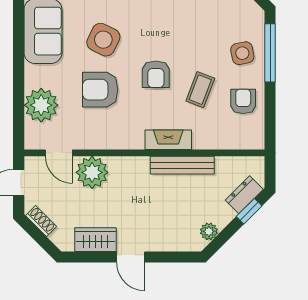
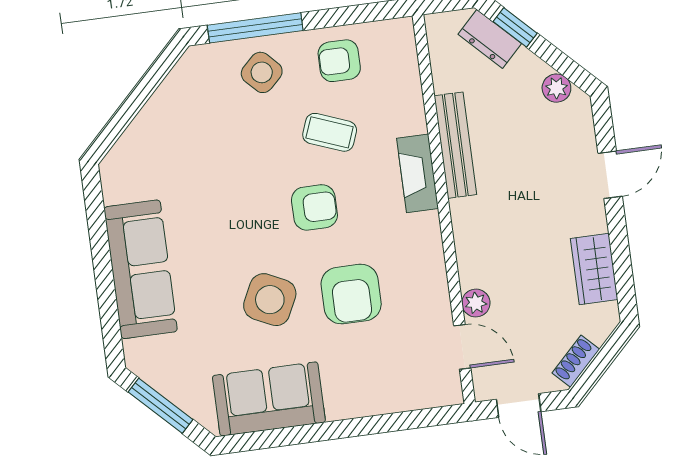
side table: (242, 53) -> (262, 72), turned -33
plant: (41, 105) -> (389, 386), removed
door: (59, 153) -> (462, 347), hinge flipped
plant: (92, 172) -> (476, 303), width x0.53, depth x0.53
door: (131, 257) -> (610, 175), moved

